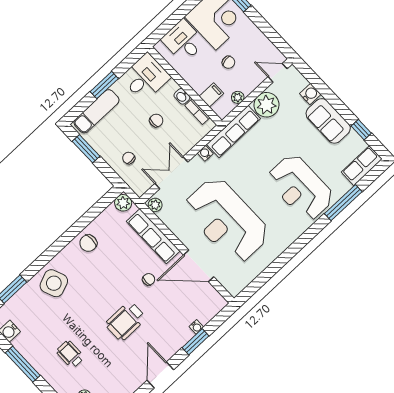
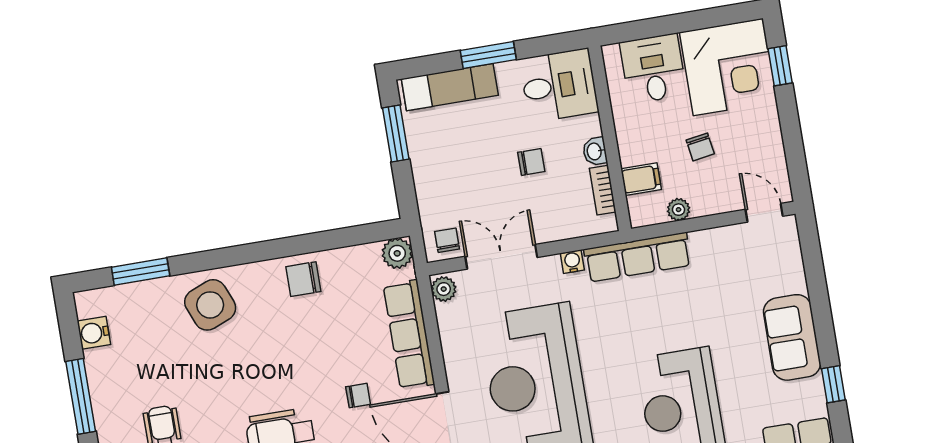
water cooler: (310, 94) -> (792, 278), removed
plant: (266, 105) -> (715, 250), removed
chair: (129, 158) -> (447, 240), moved

